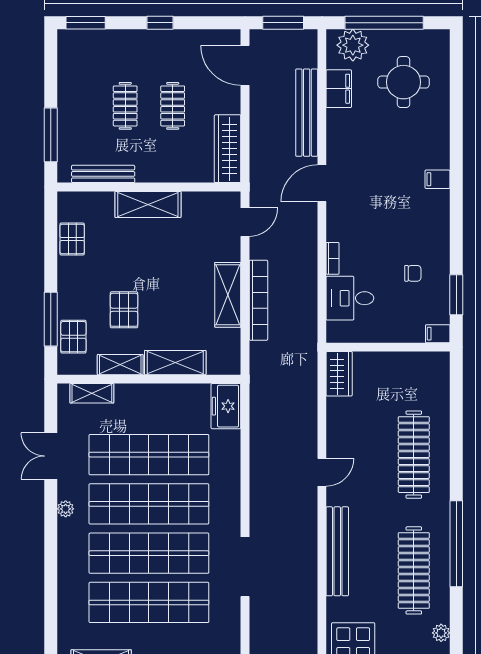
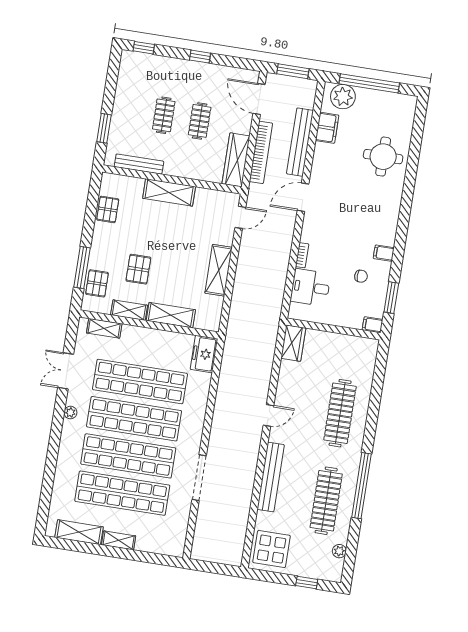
window: (86, 23) -> (144, 48), width x0.67
round table: (404, 82) -> (383, 157), moved
window: (51, 135) -> (104, 128), width x0.69
filing cabinet: (438, 179) -> (384, 253), moved
bookcase: (258, 300) -> (261, 152), moved

